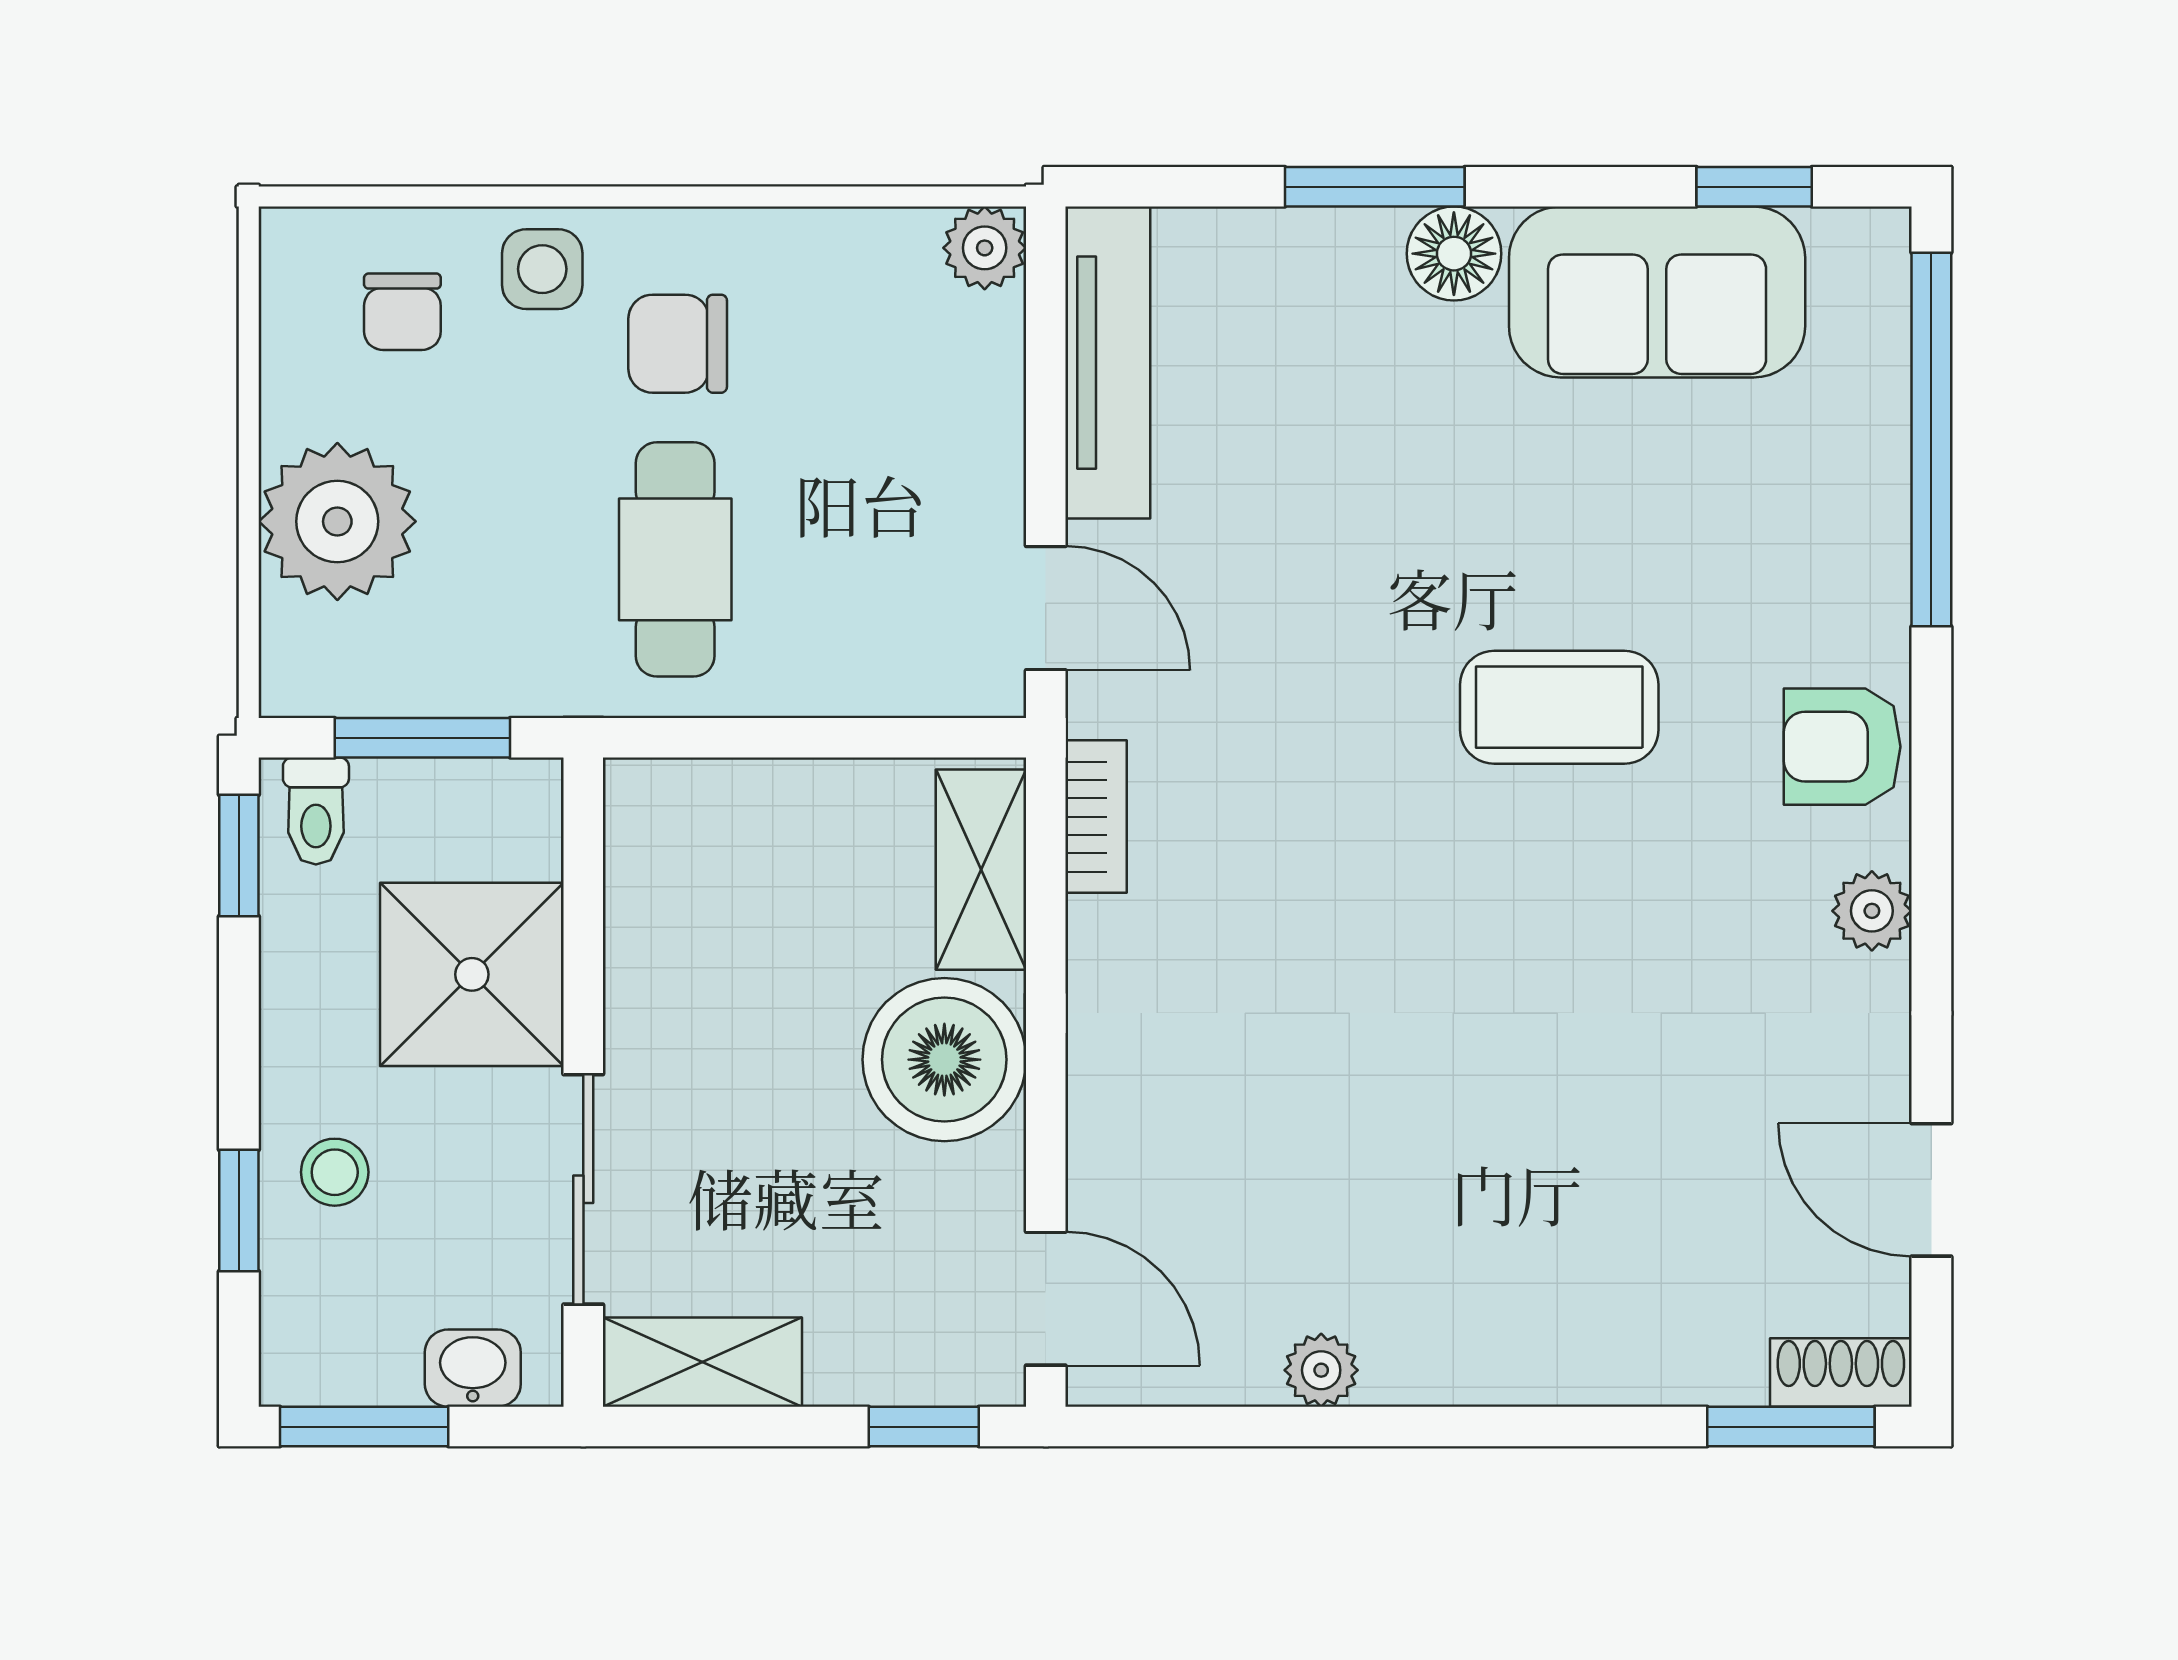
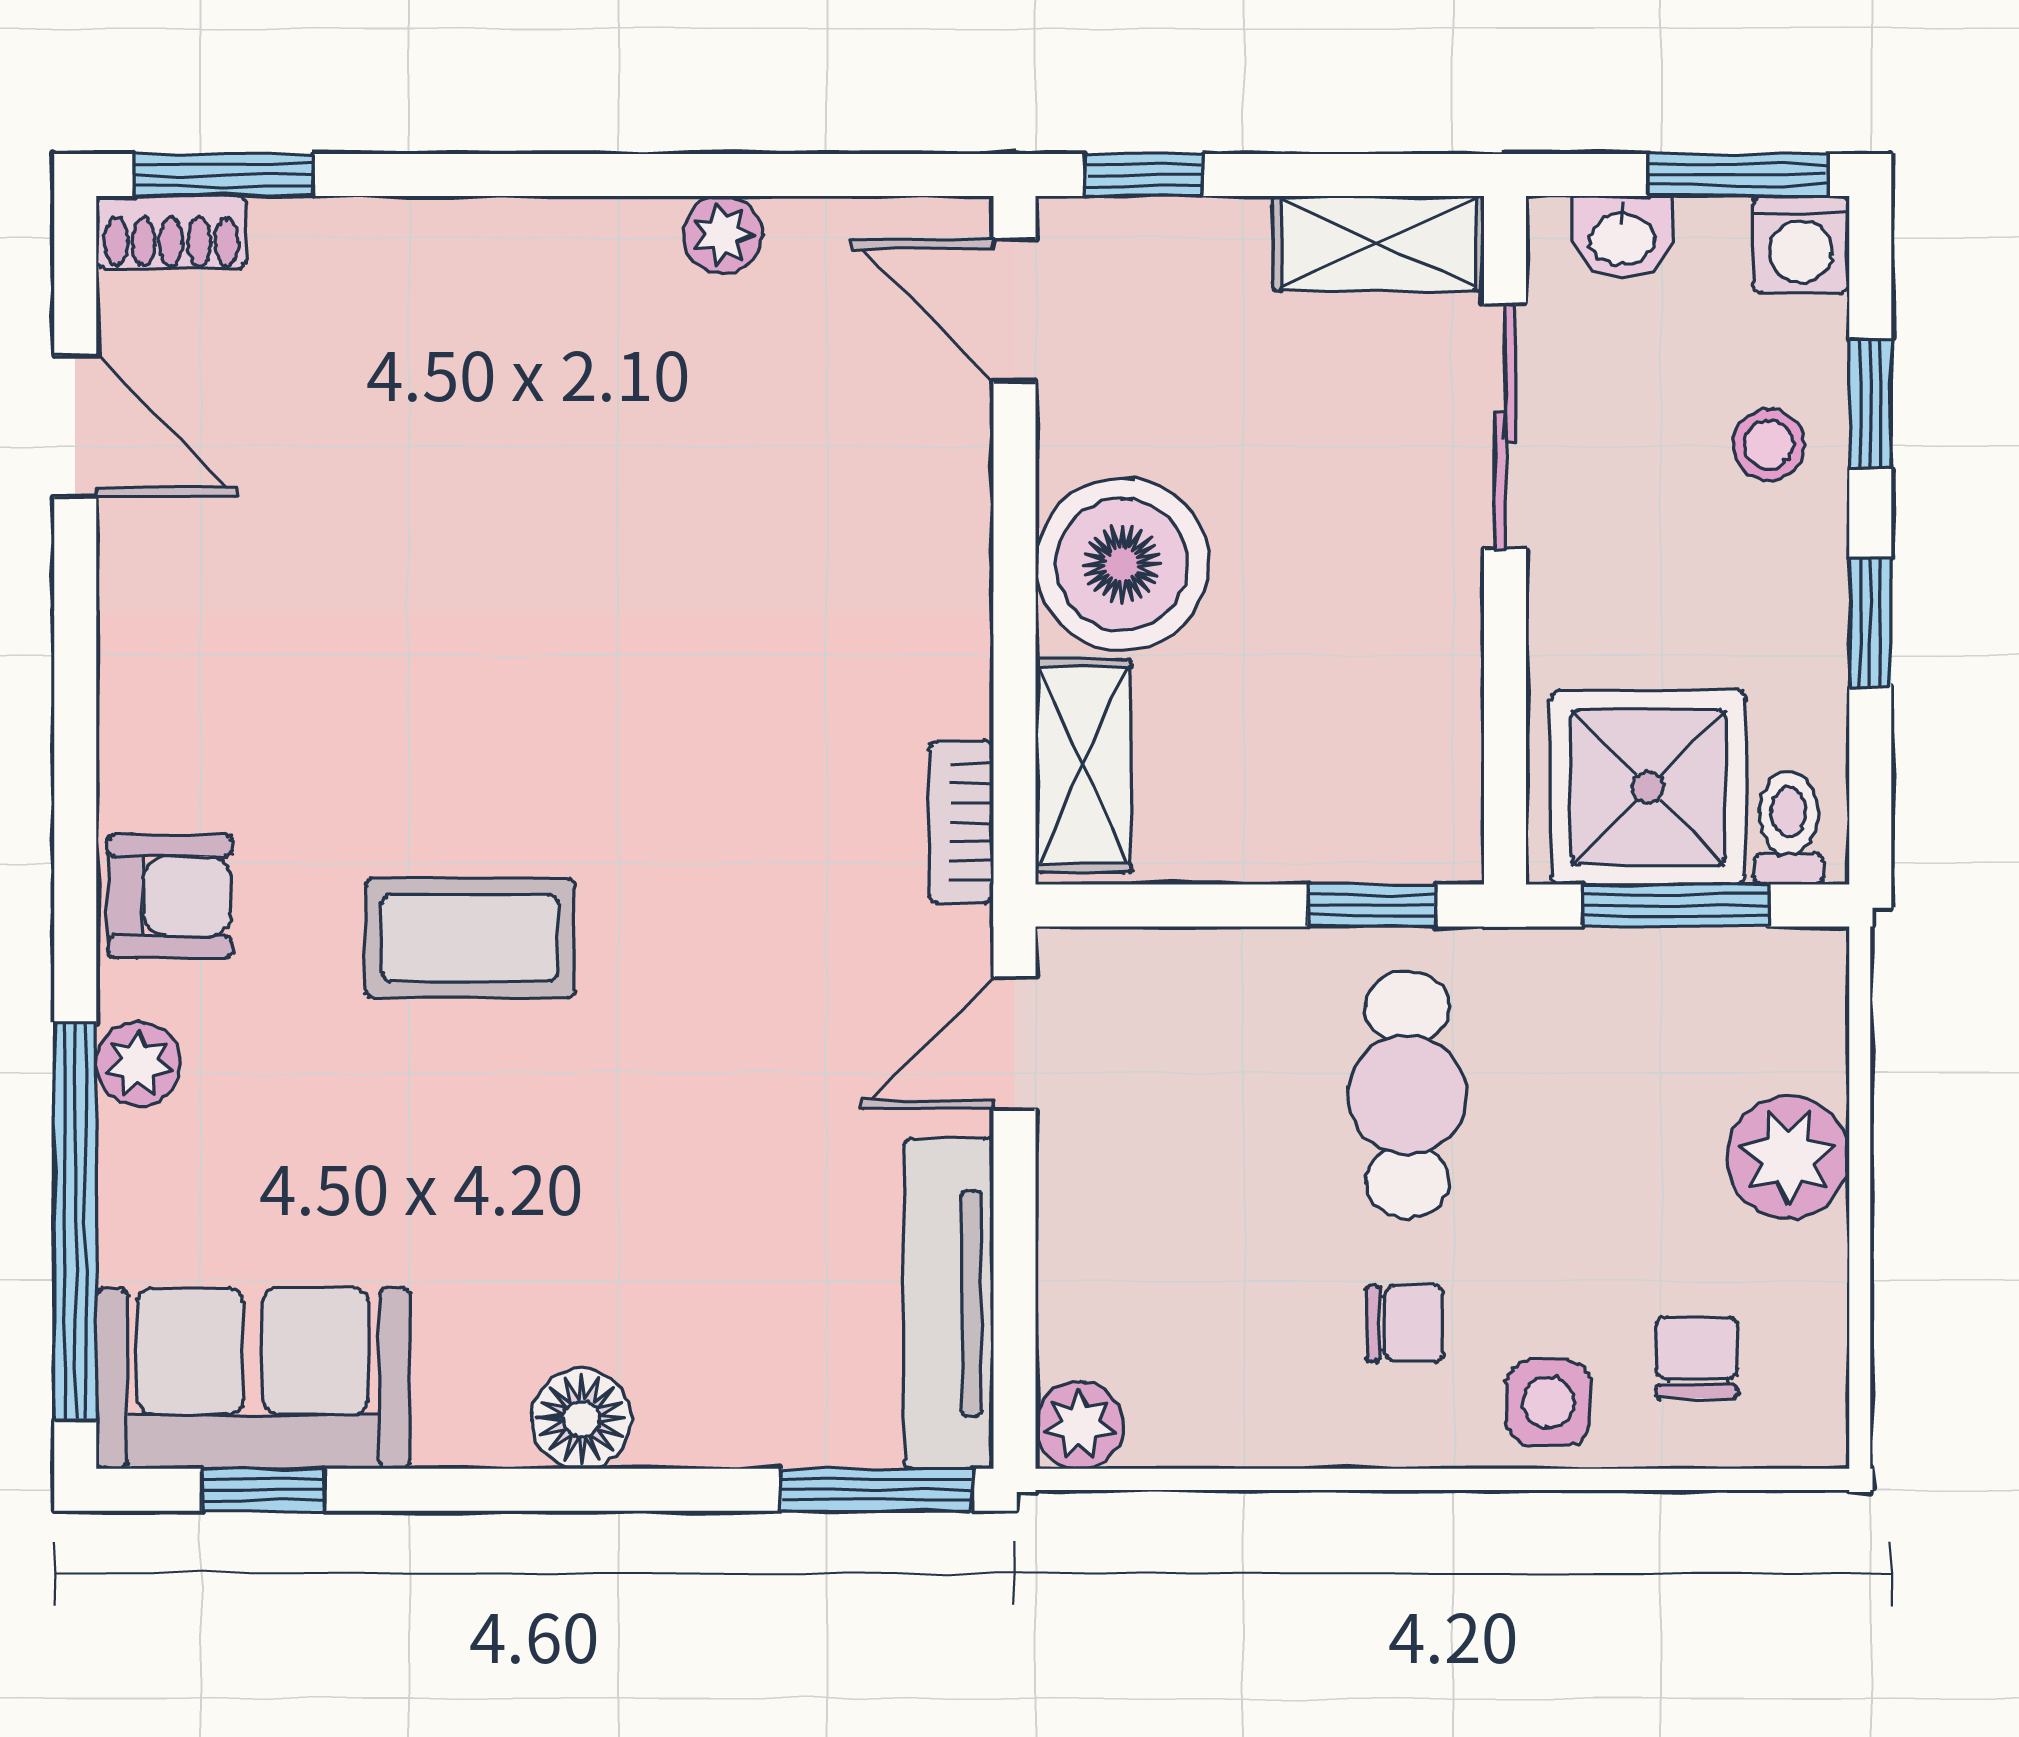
window: (1375, 187) -> (876, 1490), moved
sofa: (1657, 292) -> (253, 1378), moved
chair: (678, 344) -> (1405, 1323), width x0.73, depth x0.73
plant: (337, 521) -> (1788, 1157), width x0.73, depth x0.73
door: (1046, 608) -> (1014, 1043), hinge flipped
window: (710, 738) -> (1371, 905), added
window: (239, 856) -> (1870, 622), moved
plant: (1872, 911) -> (138, 1064), moved
shower: (472, 974) -> (1648, 787), moved
washing machine: (304, 1361) -> (1801, 244), added

